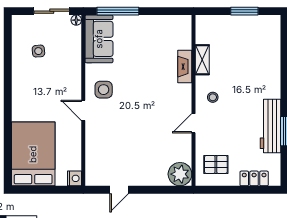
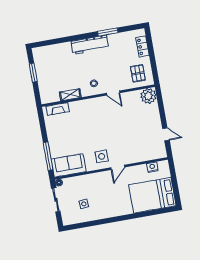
fireplace: (185, 67) -> (58, 109), moved
workbench: (270, 126) -> (90, 45), moved
nightstand: (74, 178) -> (152, 167), moved

